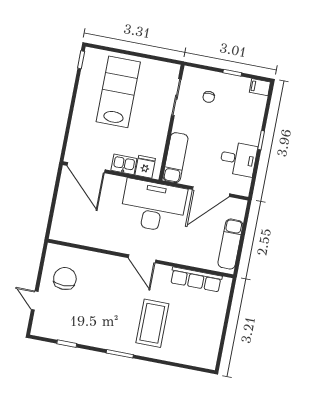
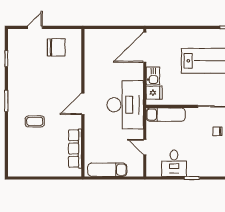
door: (211, 192) -> (145, 147), width x0.53
coffee table: (152, 323) -> (35, 121), width x0.54, depth x0.58

